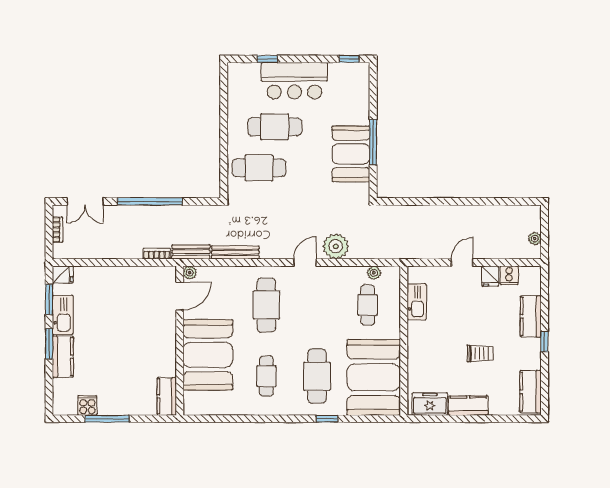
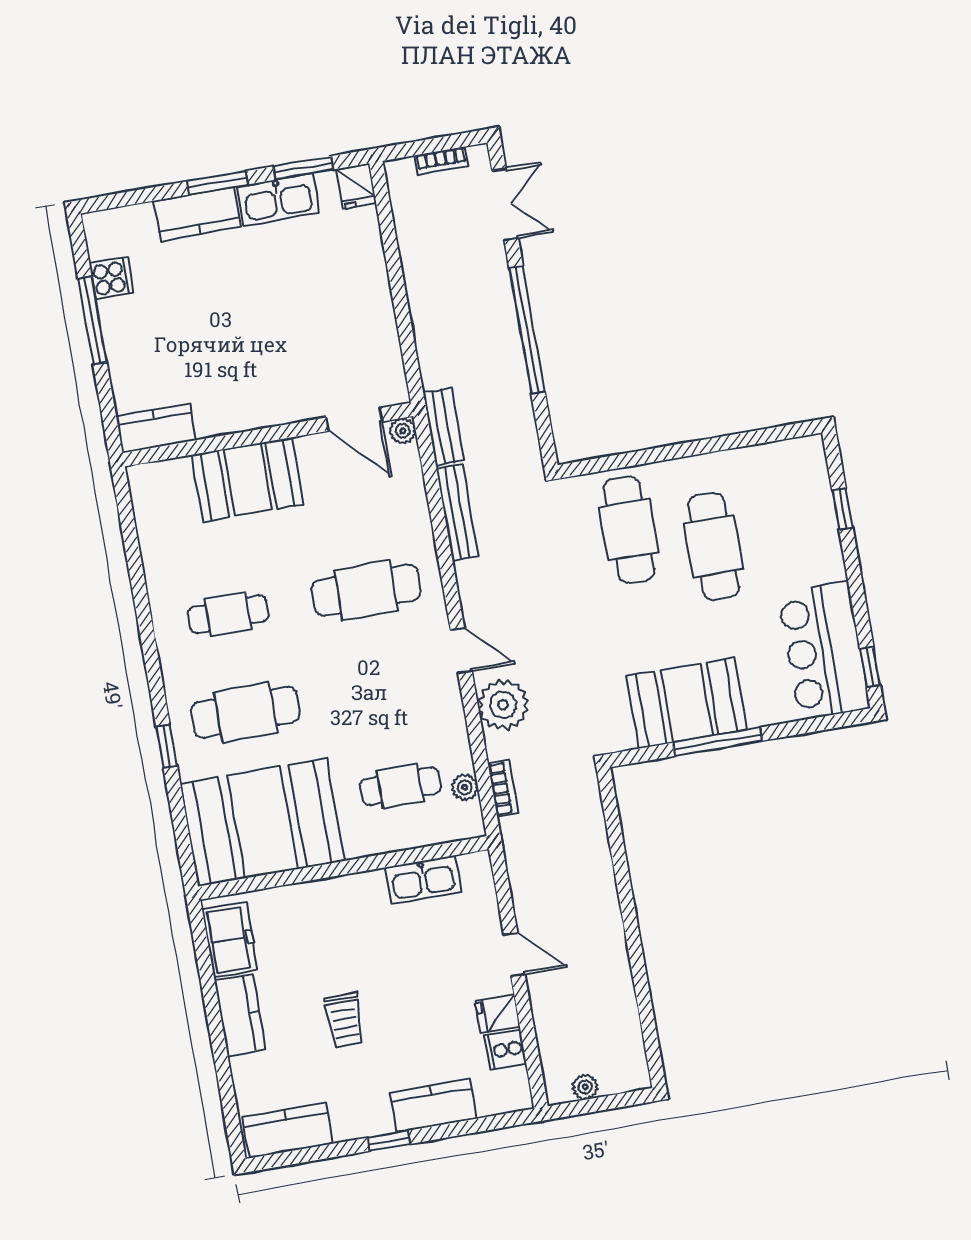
bar counter: (294, 81) -> (824, 651), moved
double door: (85, 201) -> (505, 204), swing flipped
bookcase: (157, 254) -> (503, 788), moved
booth: (208, 355) -> (247, 480), width x0.73, depth x0.70

